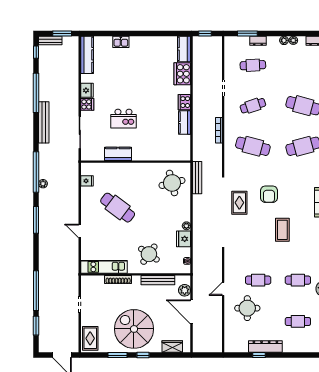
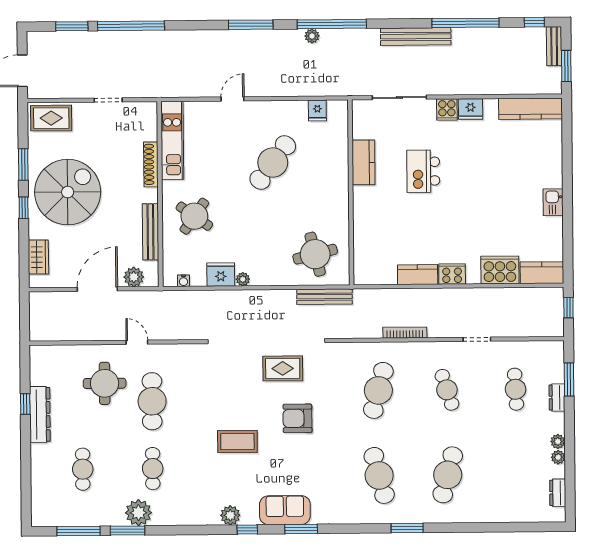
kitchen sink: (121, 42) -> (553, 202), moved
cafe table: (258, 280) -> (152, 401), width x1.37, depth x1.35

